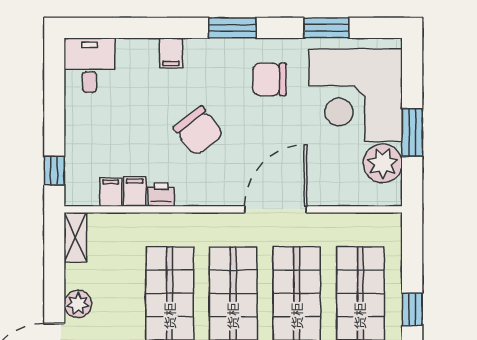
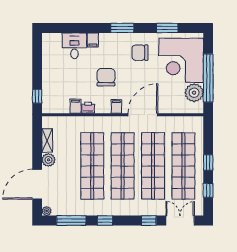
desk: (89, 65) -> (74, 46), moved
chair: (198, 131) -> (106, 77), turned -142
window: (412, 133) -> (208, 78), width x2.11
filing cabinet: (111, 192) -> (116, 106), moved
shelving: (75, 237) -> (47, 140), moved

